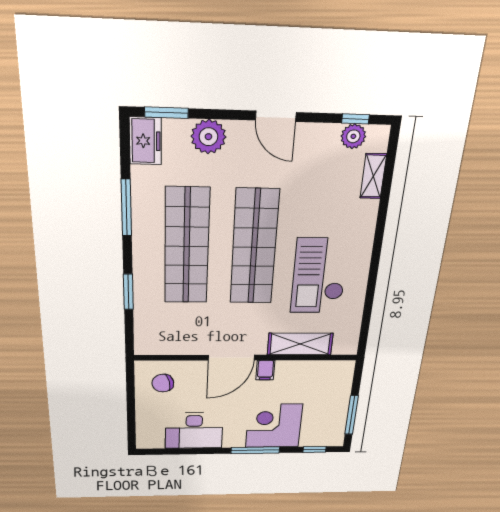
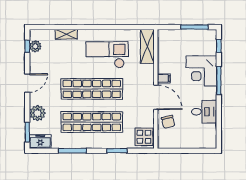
shelving: (373, 176) -> (66, 34), moved
checkout: (319, 276) -> (107, 55), turned 180
display table: (156, 338) -> (144, 137), added
shelving: (300, 344) -> (147, 46), moved
chair: (163, 383) -> (168, 122), moved
desk: (194, 431) -> (204, 112), width x0.73

